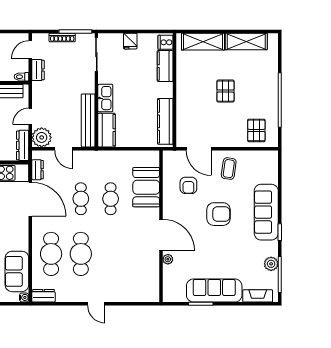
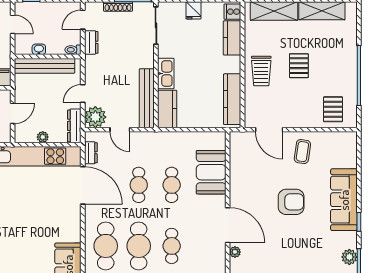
trolley: (192, 96) -> (261, 71), added
armchair: (188, 185) -> (258, 170), removed
cafe table: (111, 254) -> (172, 246), added

